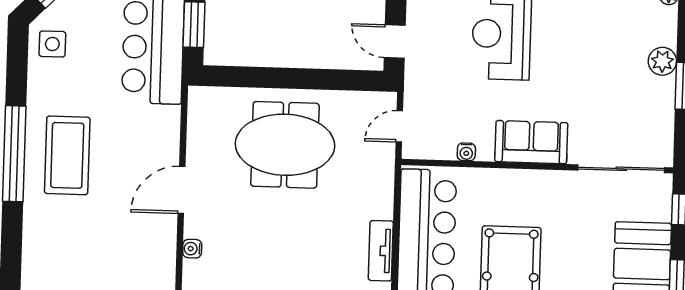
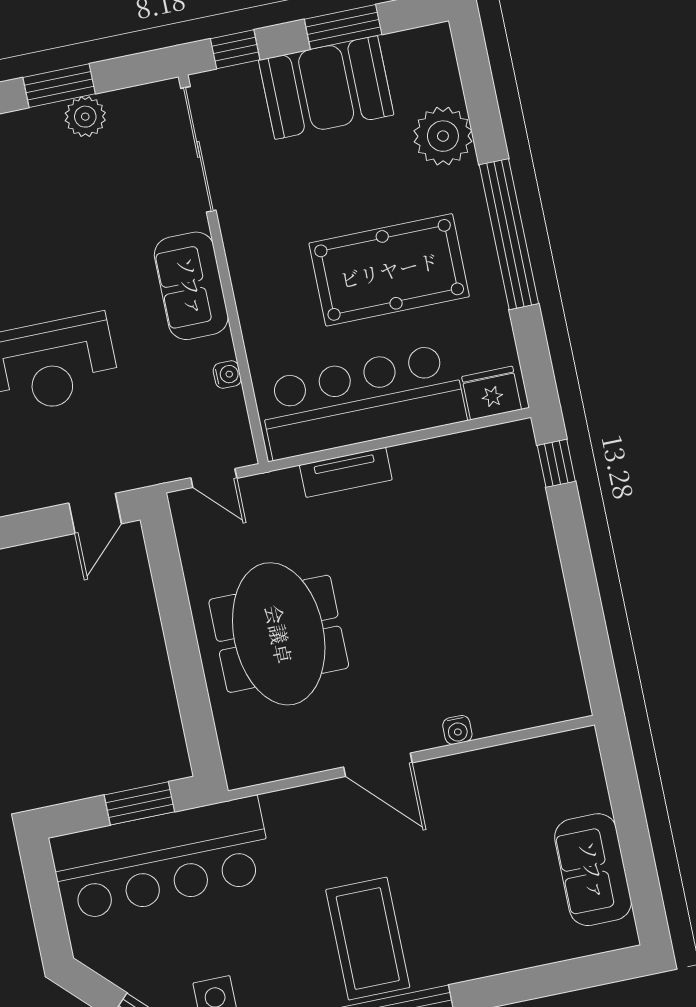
plant: (662, 61) -> (85, 117), moved
coffee table: (67, 155) -> (368, 939), turned 90
tv unit: (381, 251) -> (346, 472), moved

